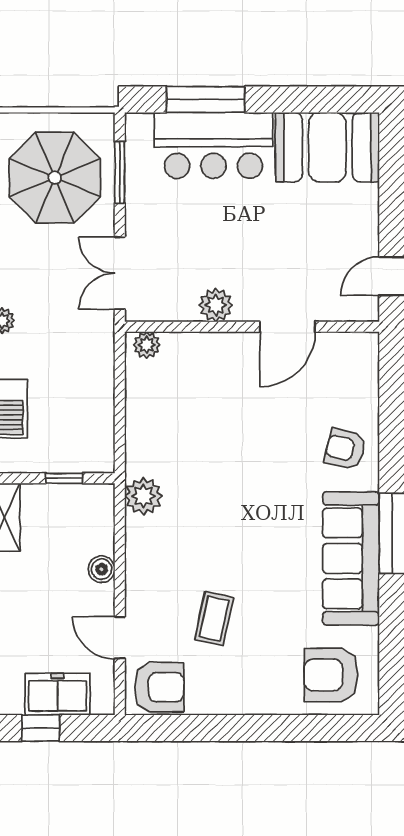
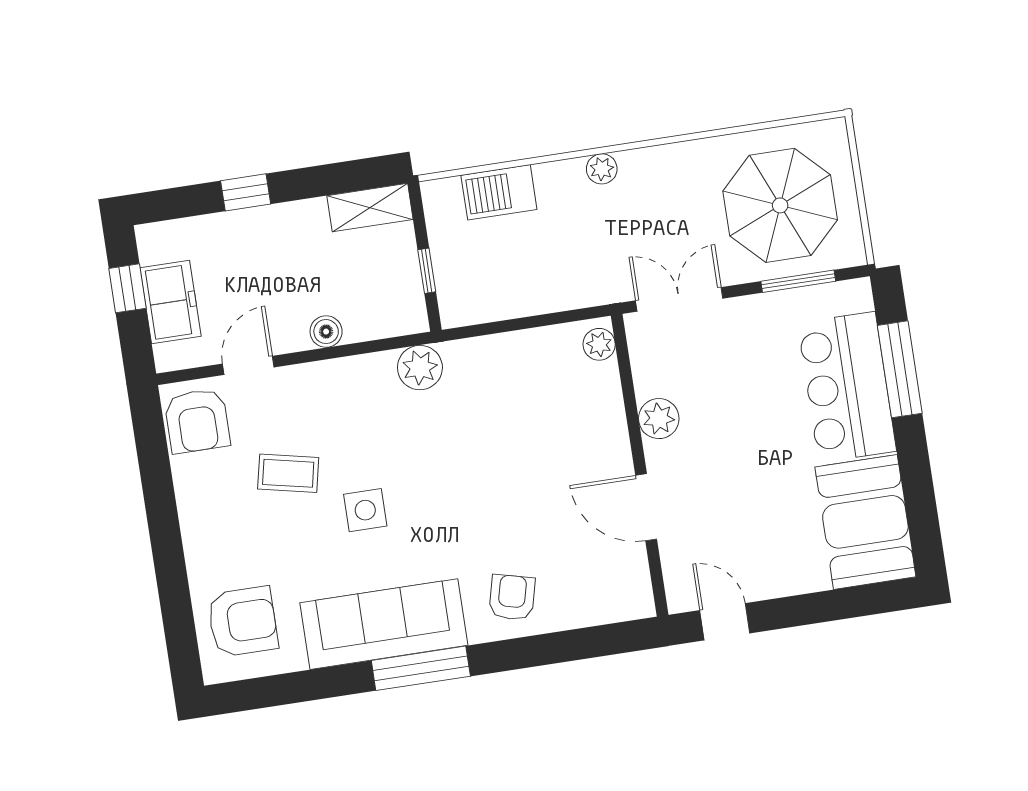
side table: (254, 559) -> (365, 510), added
armchair: (331, 675) -> (243, 622), turned 90

